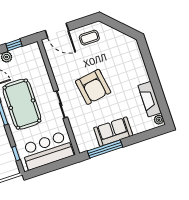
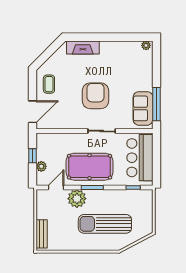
armchair: (93, 87) -> (95, 96), turned -81
fireplace: (150, 99) -> (83, 47), moved
sofa: (113, 132) -> (143, 108), moved

